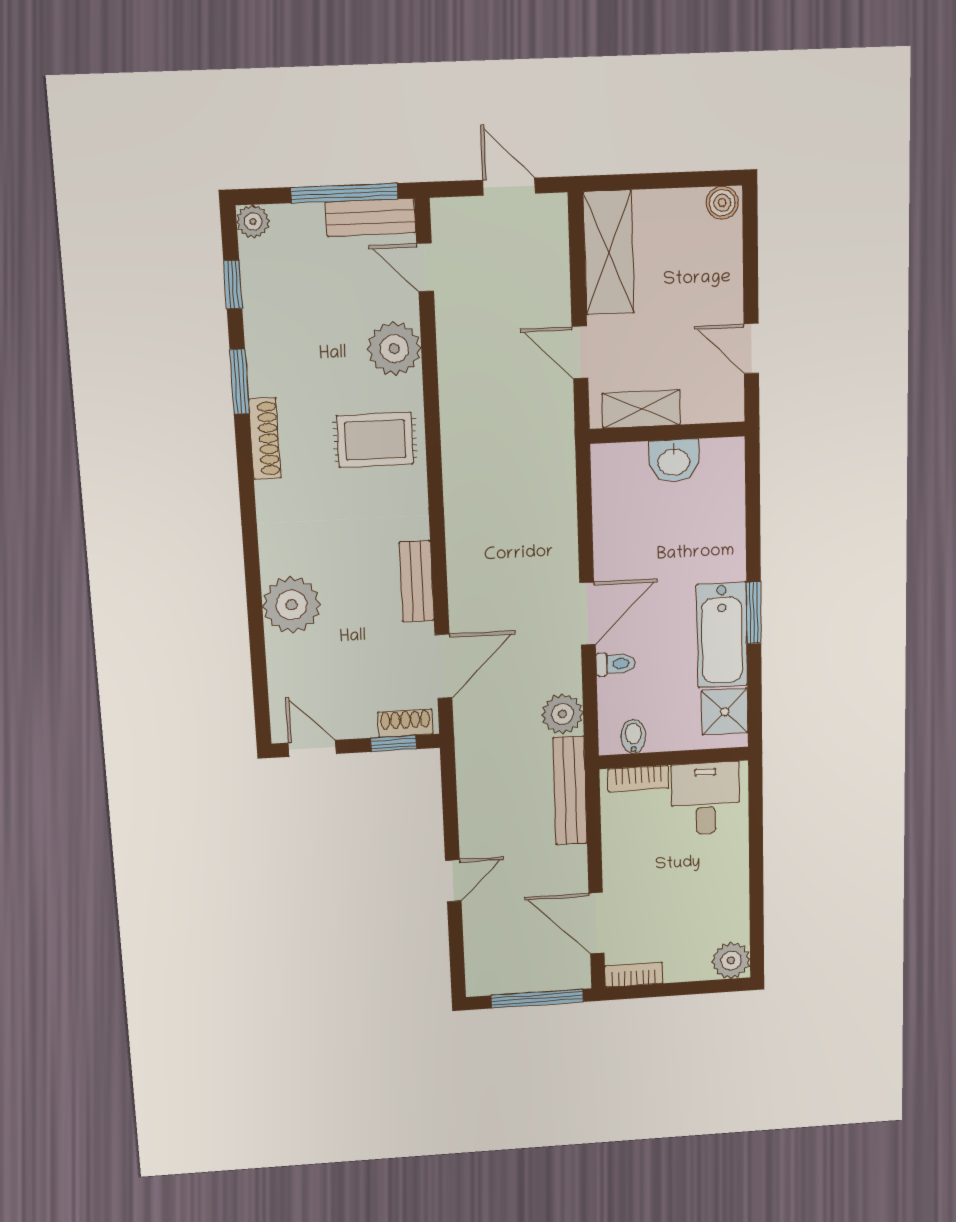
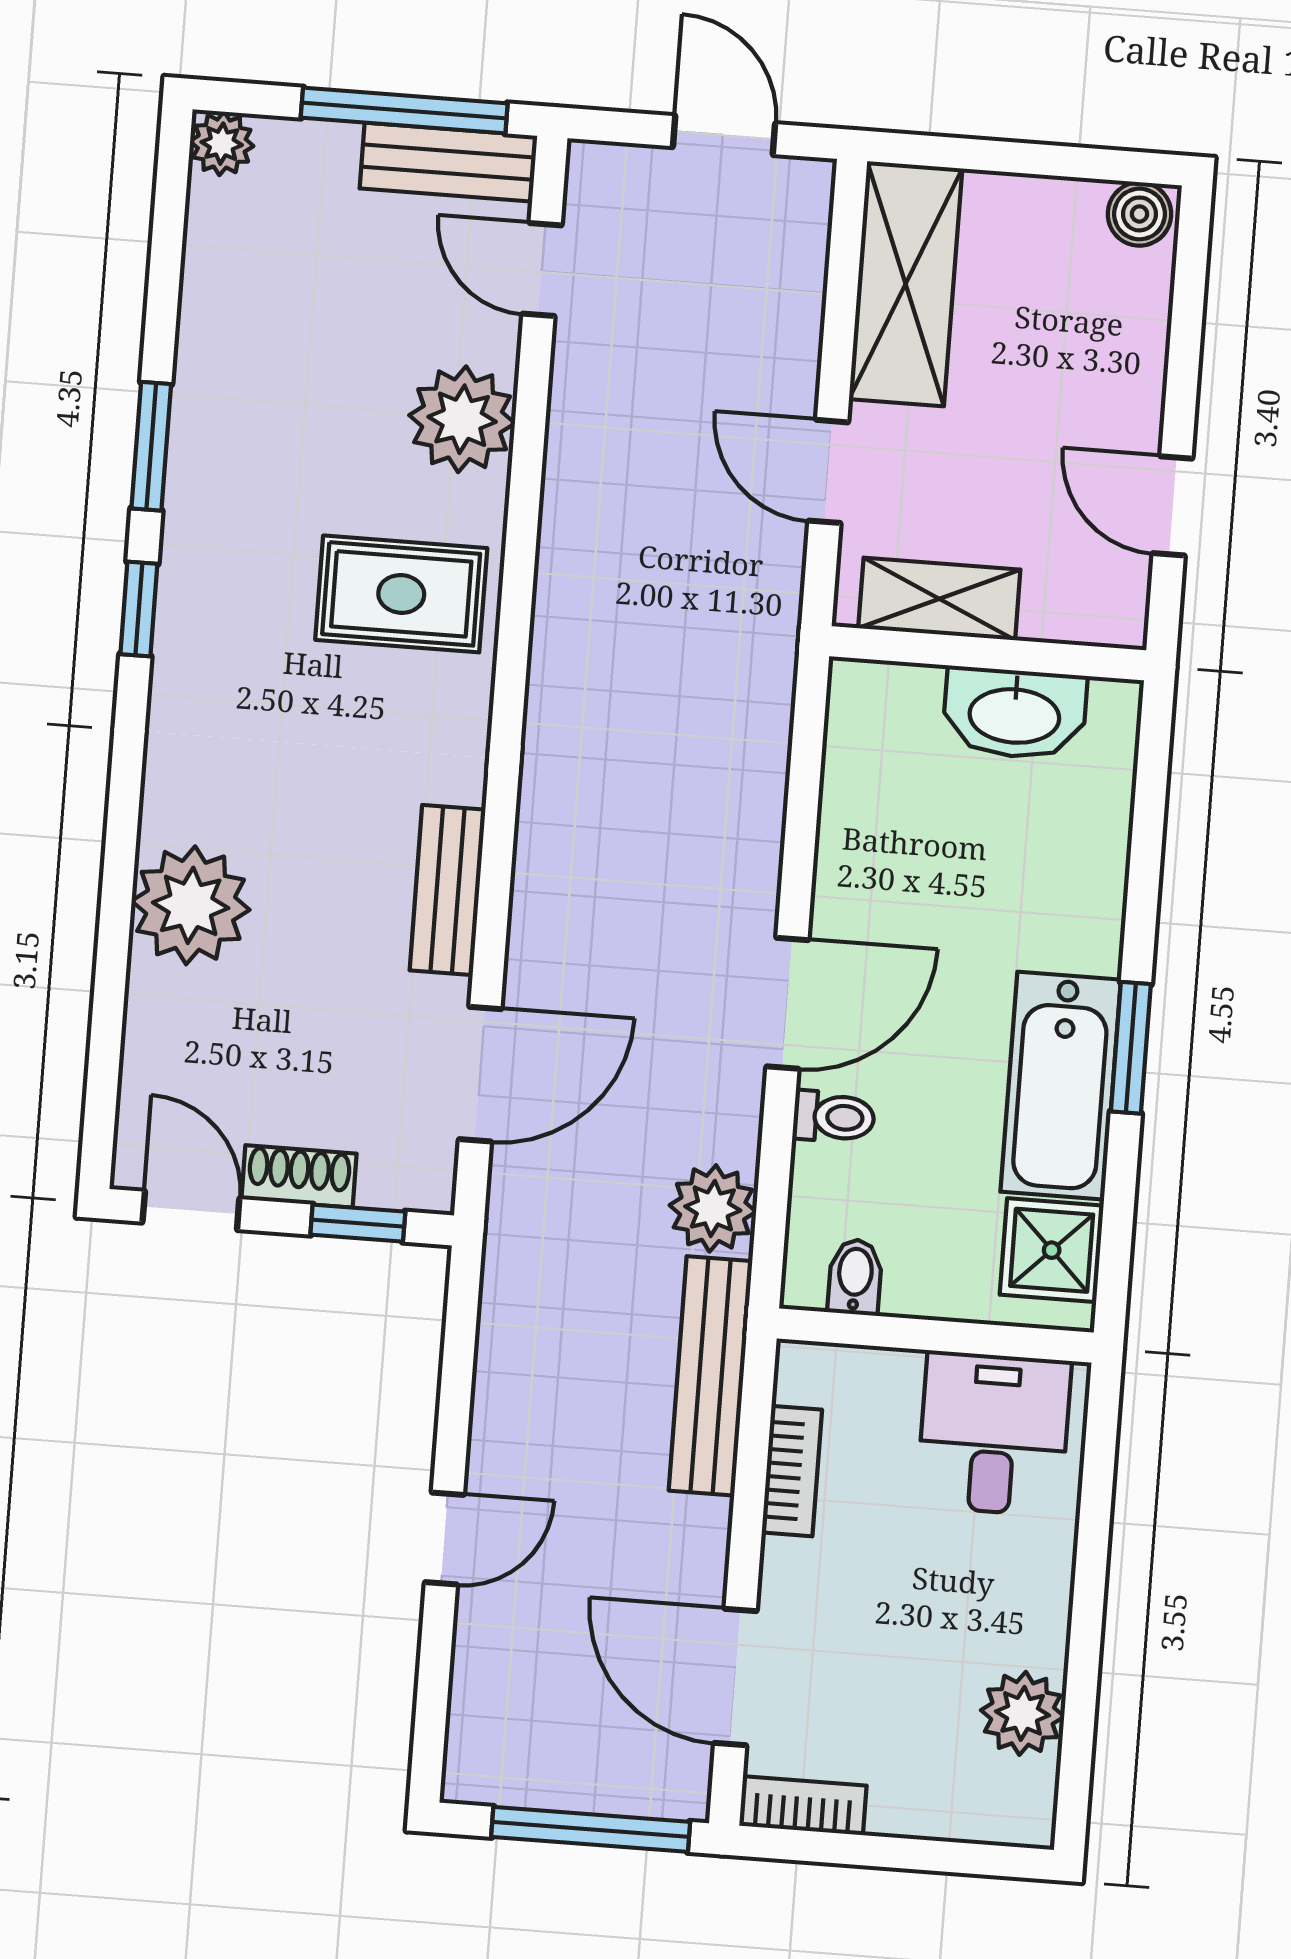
window: (233, 285) -> (139, 609), moved
shoe rack: (265, 439) -> (185, 564), removed
washbasin: (674, 461) -> (1015, 713), width x1.38
shoe rack: (405, 723) -> (299, 1176), moved
bookcase: (638, 779) -> (792, 1471), moved, turned -90
plant: (731, 961) -> (1023, 1713), moved

